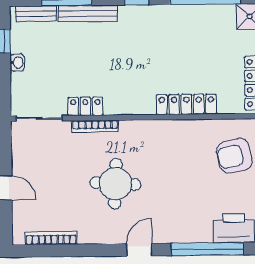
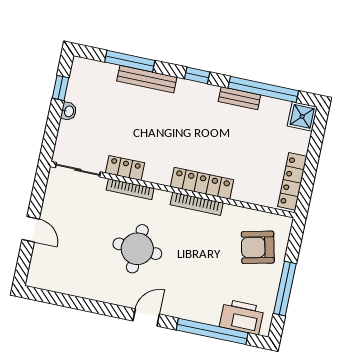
bench: (36, 14) -> (239, 98), moved
locker: (186, 104) -> (202, 183), moved
bookcase: (51, 238) -> (197, 204), moved, turned 180

